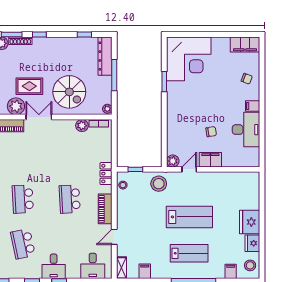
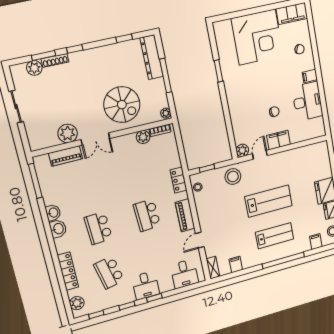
corner desk: (189, 59) -> (257, 37), moved
rug: (29, 86) -> (77, 108), removed
double door: (39, 117) -> (95, 139), swing flipped

